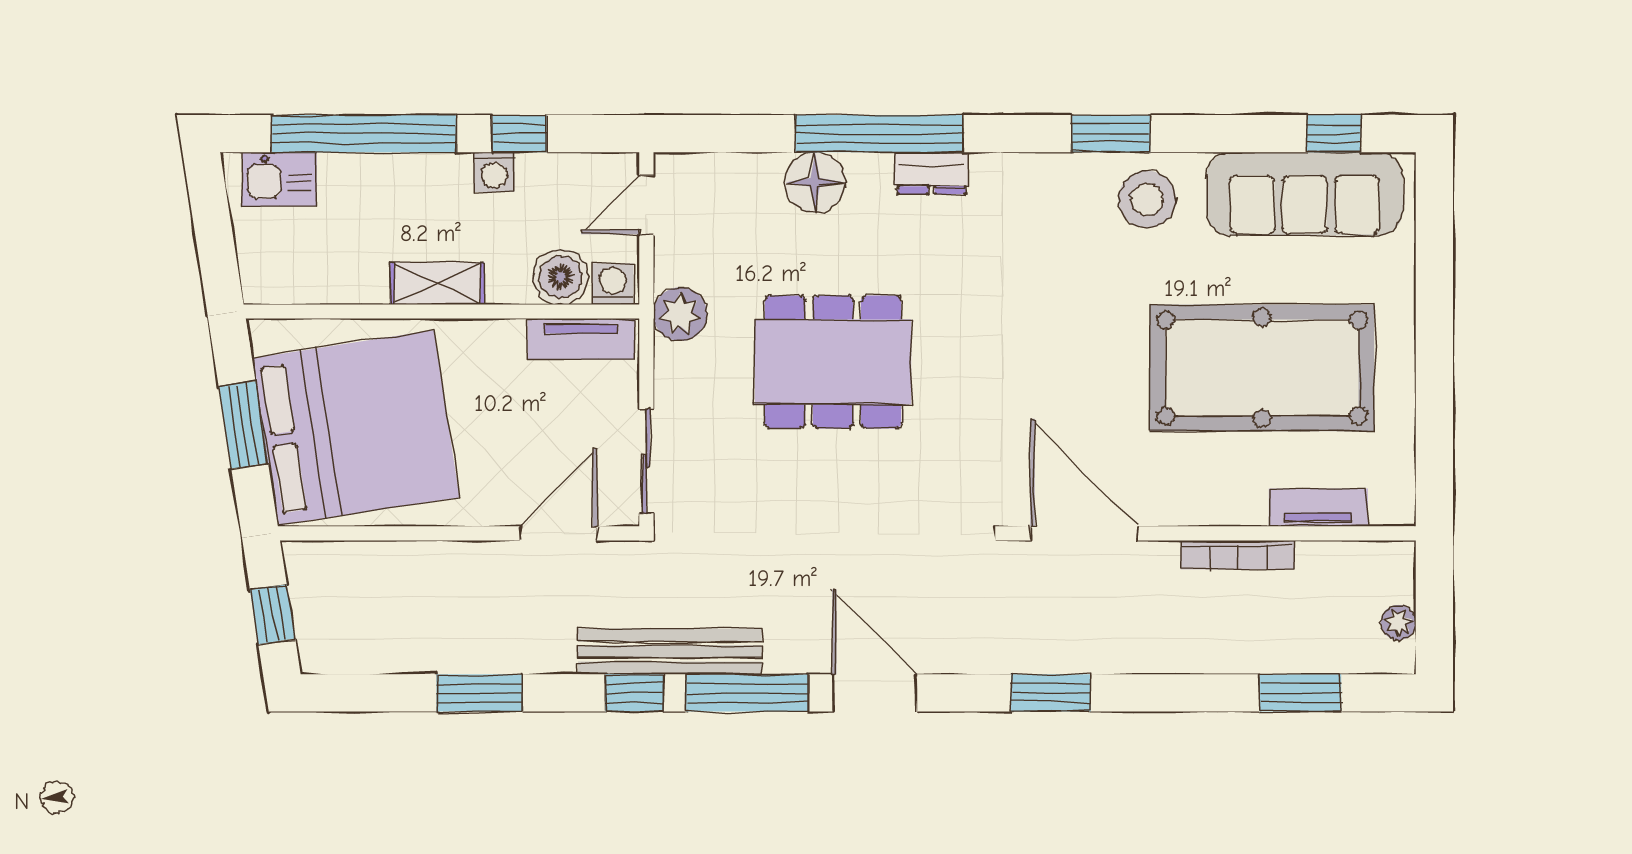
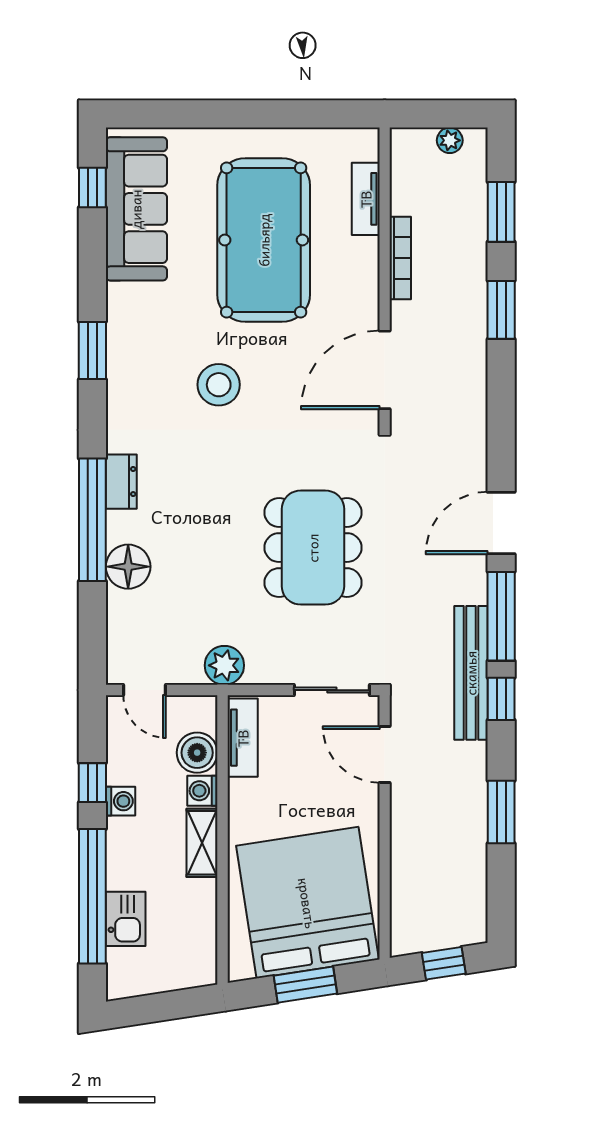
kitchen sink: (279, 179) -> (126, 919), moved
stool: (1147, 199) -> (219, 385), moved
washing machine: (613, 284) -> (202, 791), moved
dining table: (833, 362) -> (313, 548), moved
window: (1051, 693) -> (501, 310), moved

